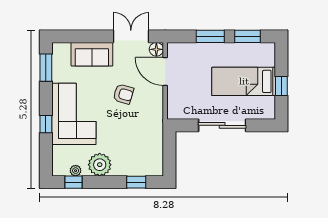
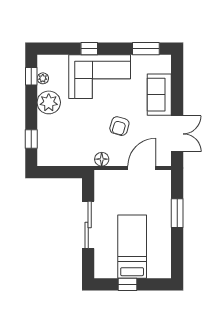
window: (248, 36) -> (177, 250), removed
floor lamp: (156, 49) -> (102, 159), moved

